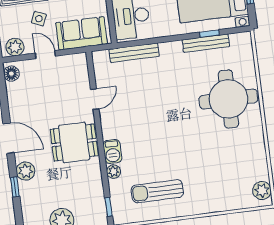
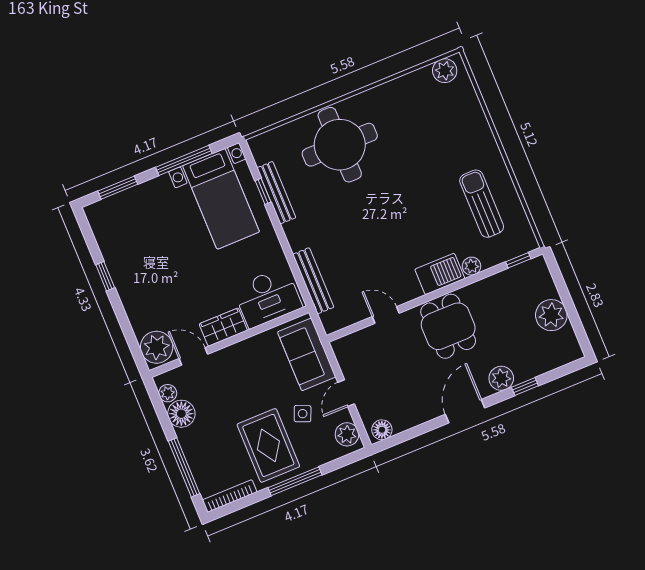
barbecue: (112, 151) -> (440, 274), width x1.38, depth x1.27
sun lounger: (157, 191) -> (482, 204), turned 180

